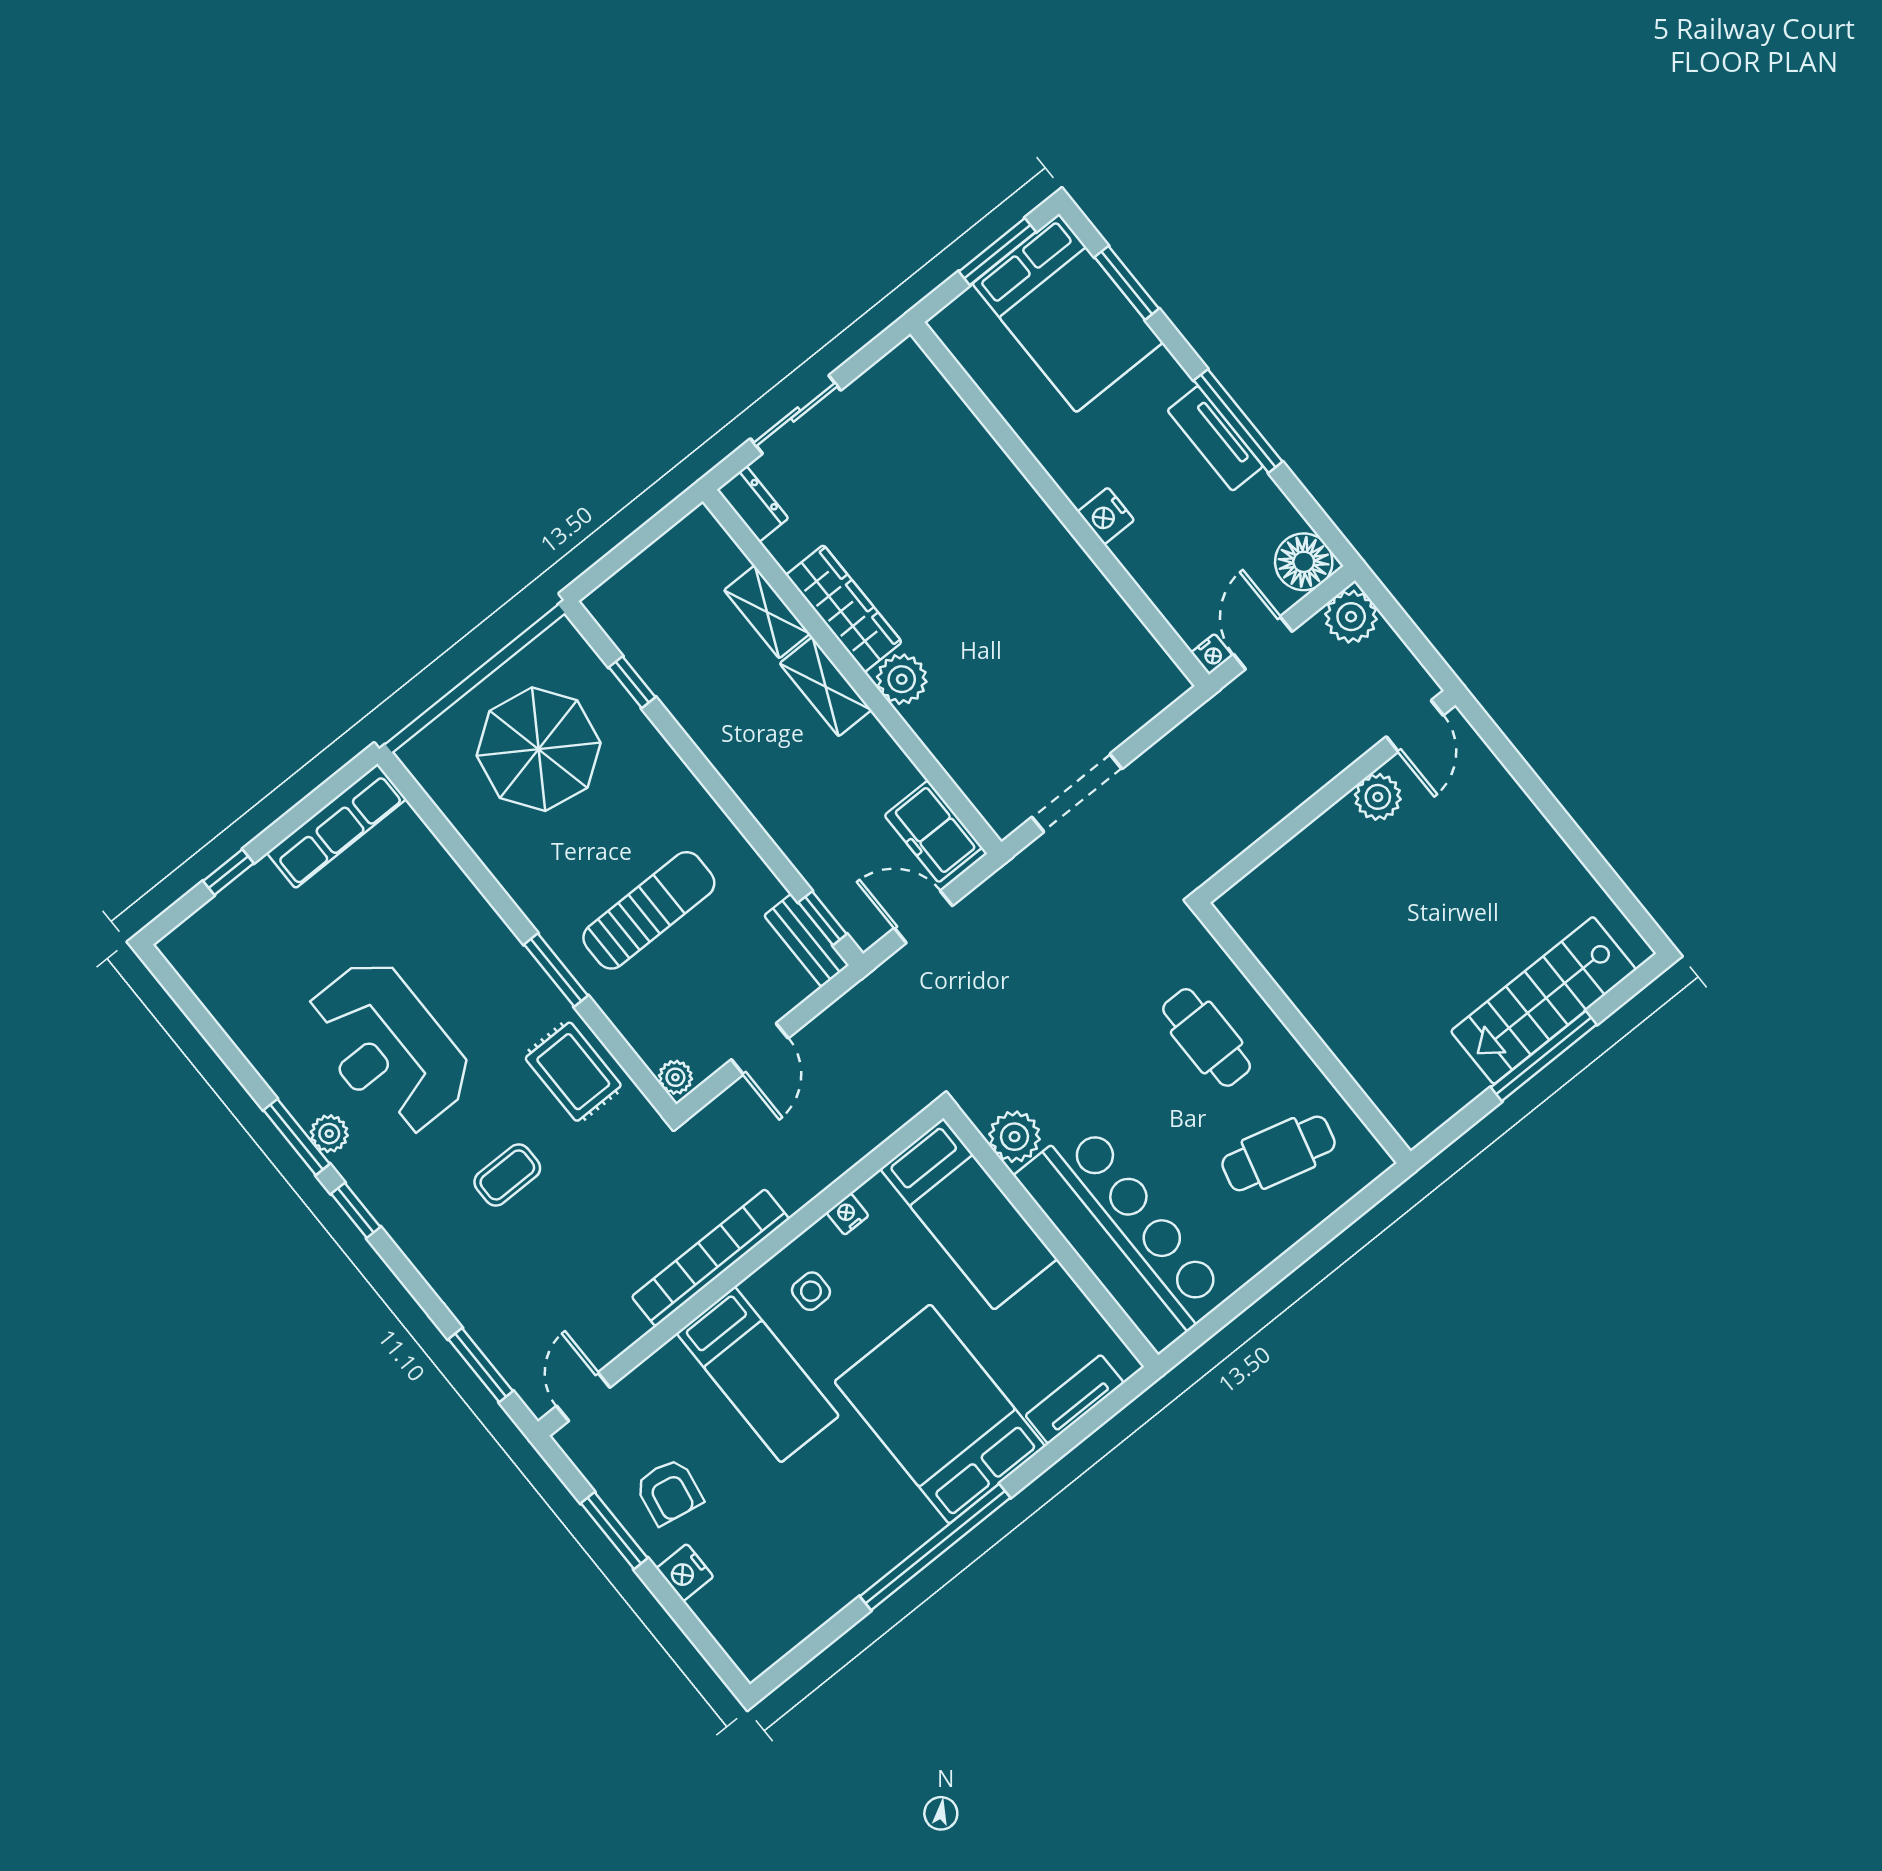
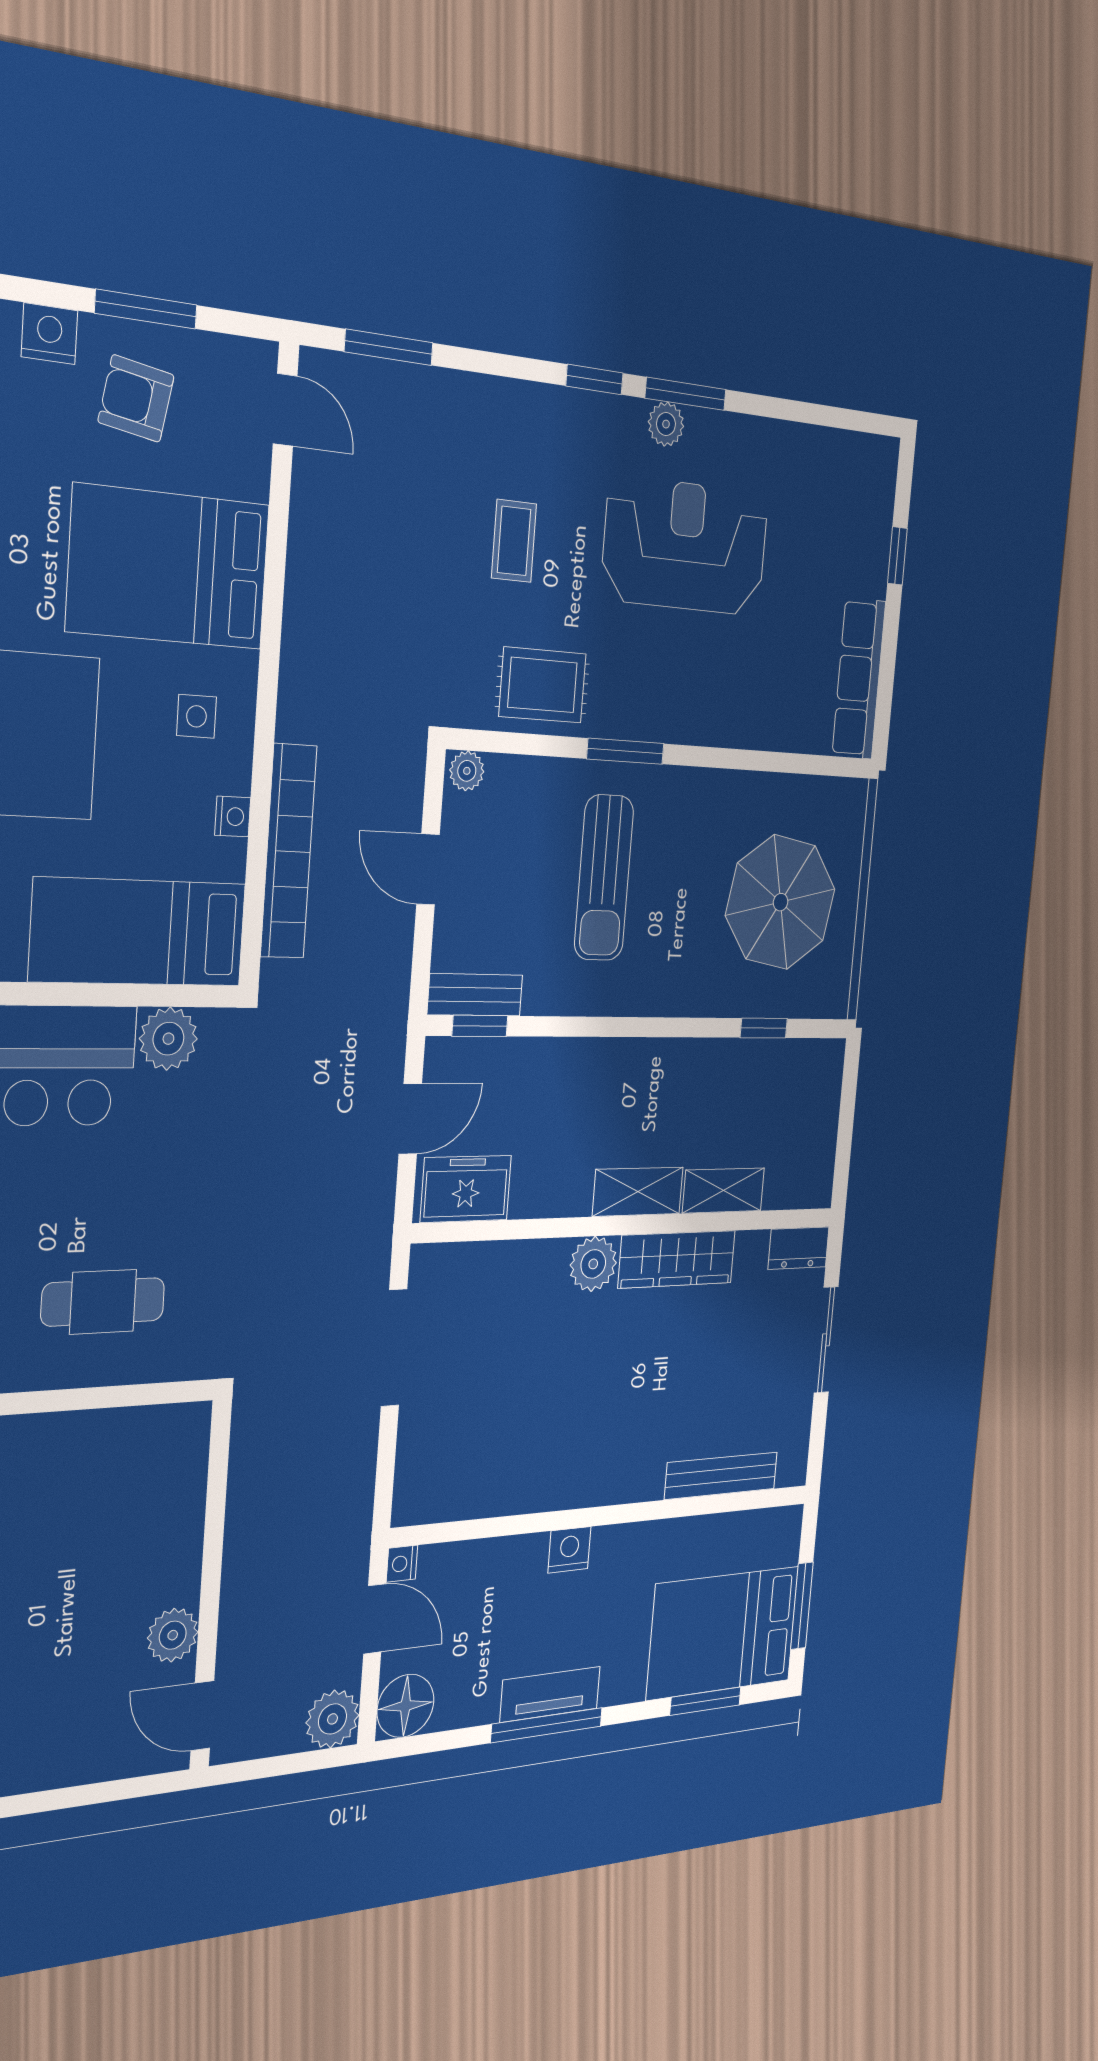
bench: (960, 423) -> (721, 1476), added
bookcase: (710, 1258) -> (289, 851), moved
bed: (758, 1375) -> (169, 567), width x1.50

